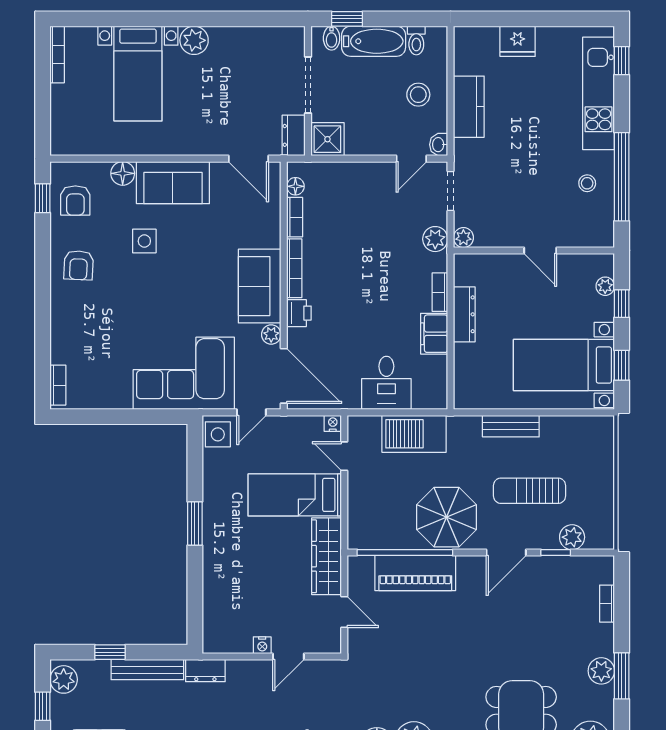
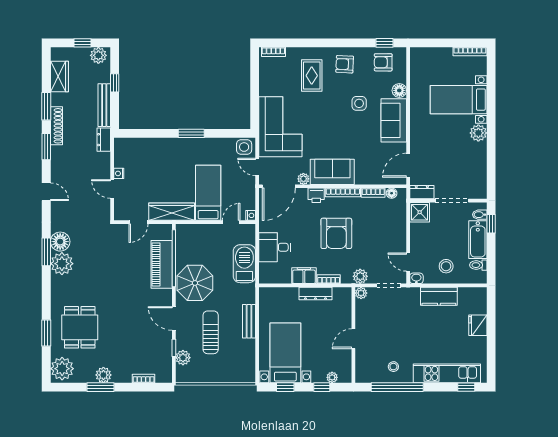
armchair: (363, 279) -> (336, 233), added
rug: (98, 321) -> (312, 76), added

